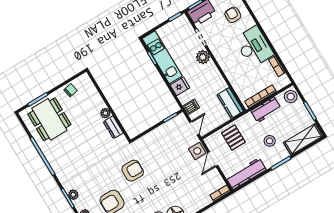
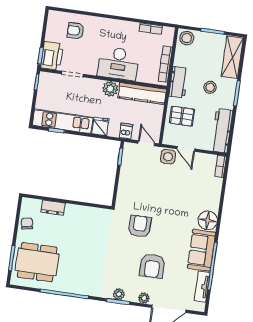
desk: (254, 47) -> (118, 64), moved, turned 180
plant: (203, 57) -> (110, 89), moved
kitchen counter: (230, 103) -> (142, 94), width x1.50
workbench: (266, 110) -> (179, 82), moved
plant: (105, 113) -> (71, 209), removed
dresser: (113, 127) -> (53, 208), moved

